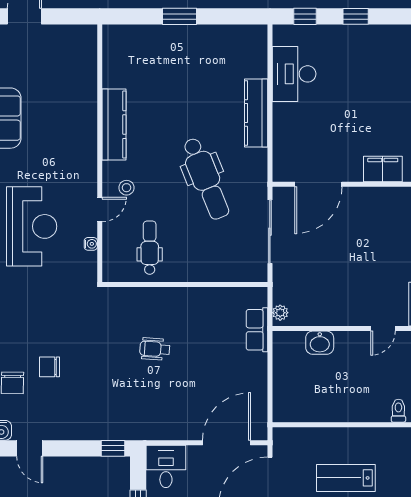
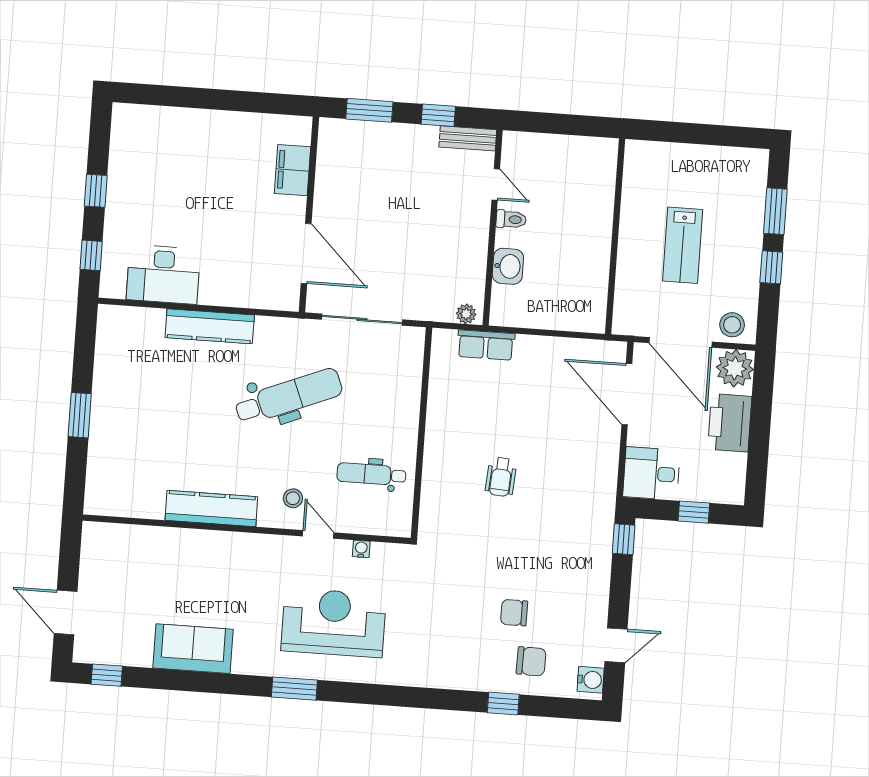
chair: (50, 367) -> (514, 613), turned 90
toilet: (398, 411) -> (511, 219), moved, turned 180

